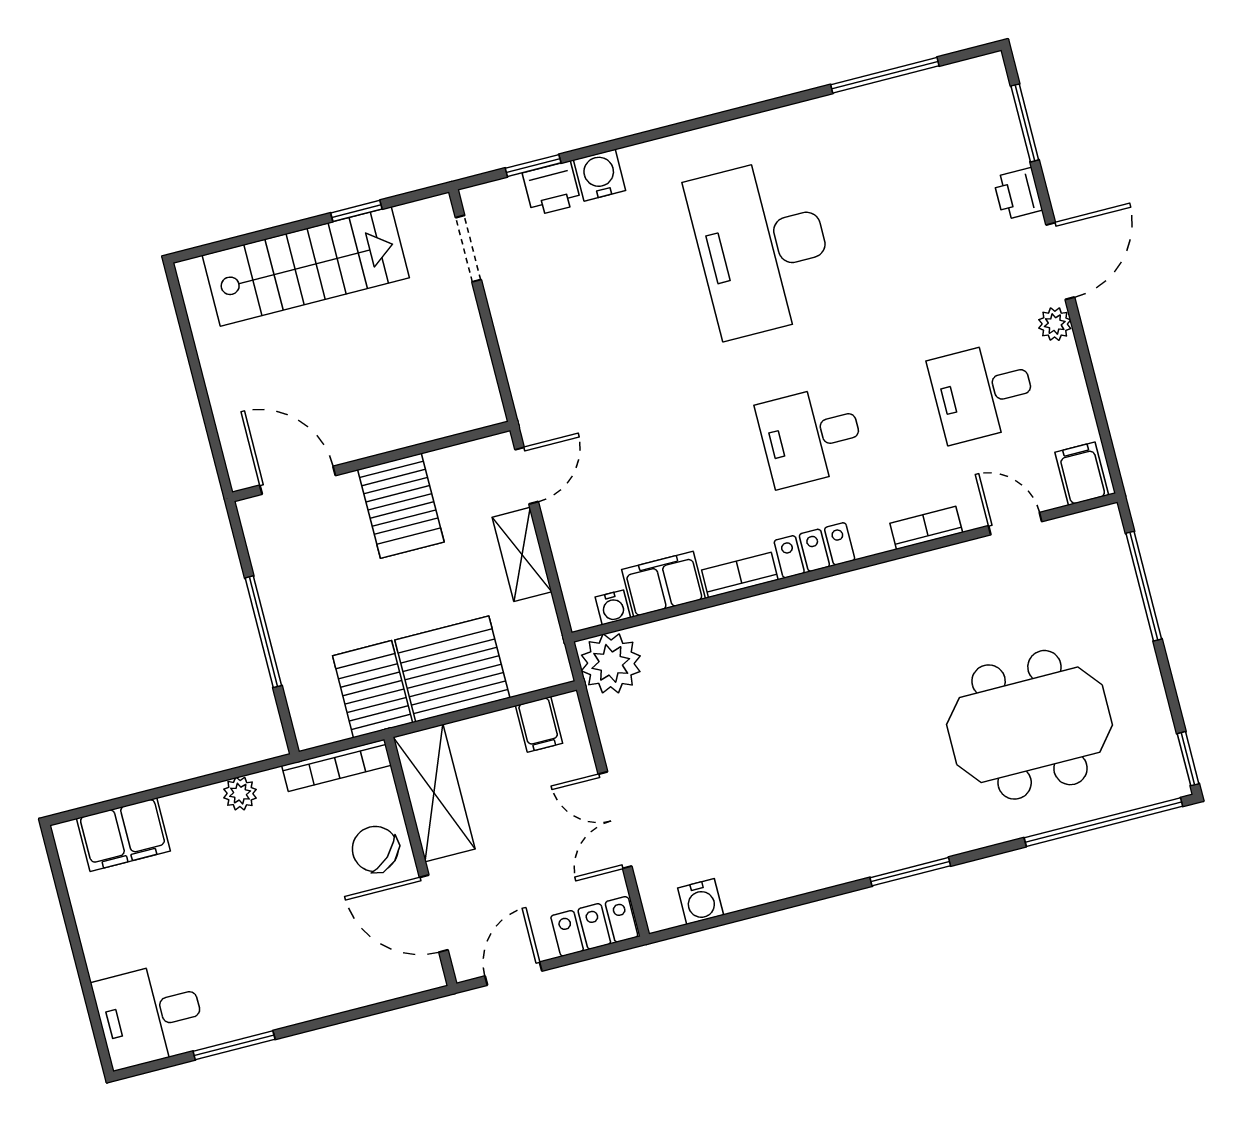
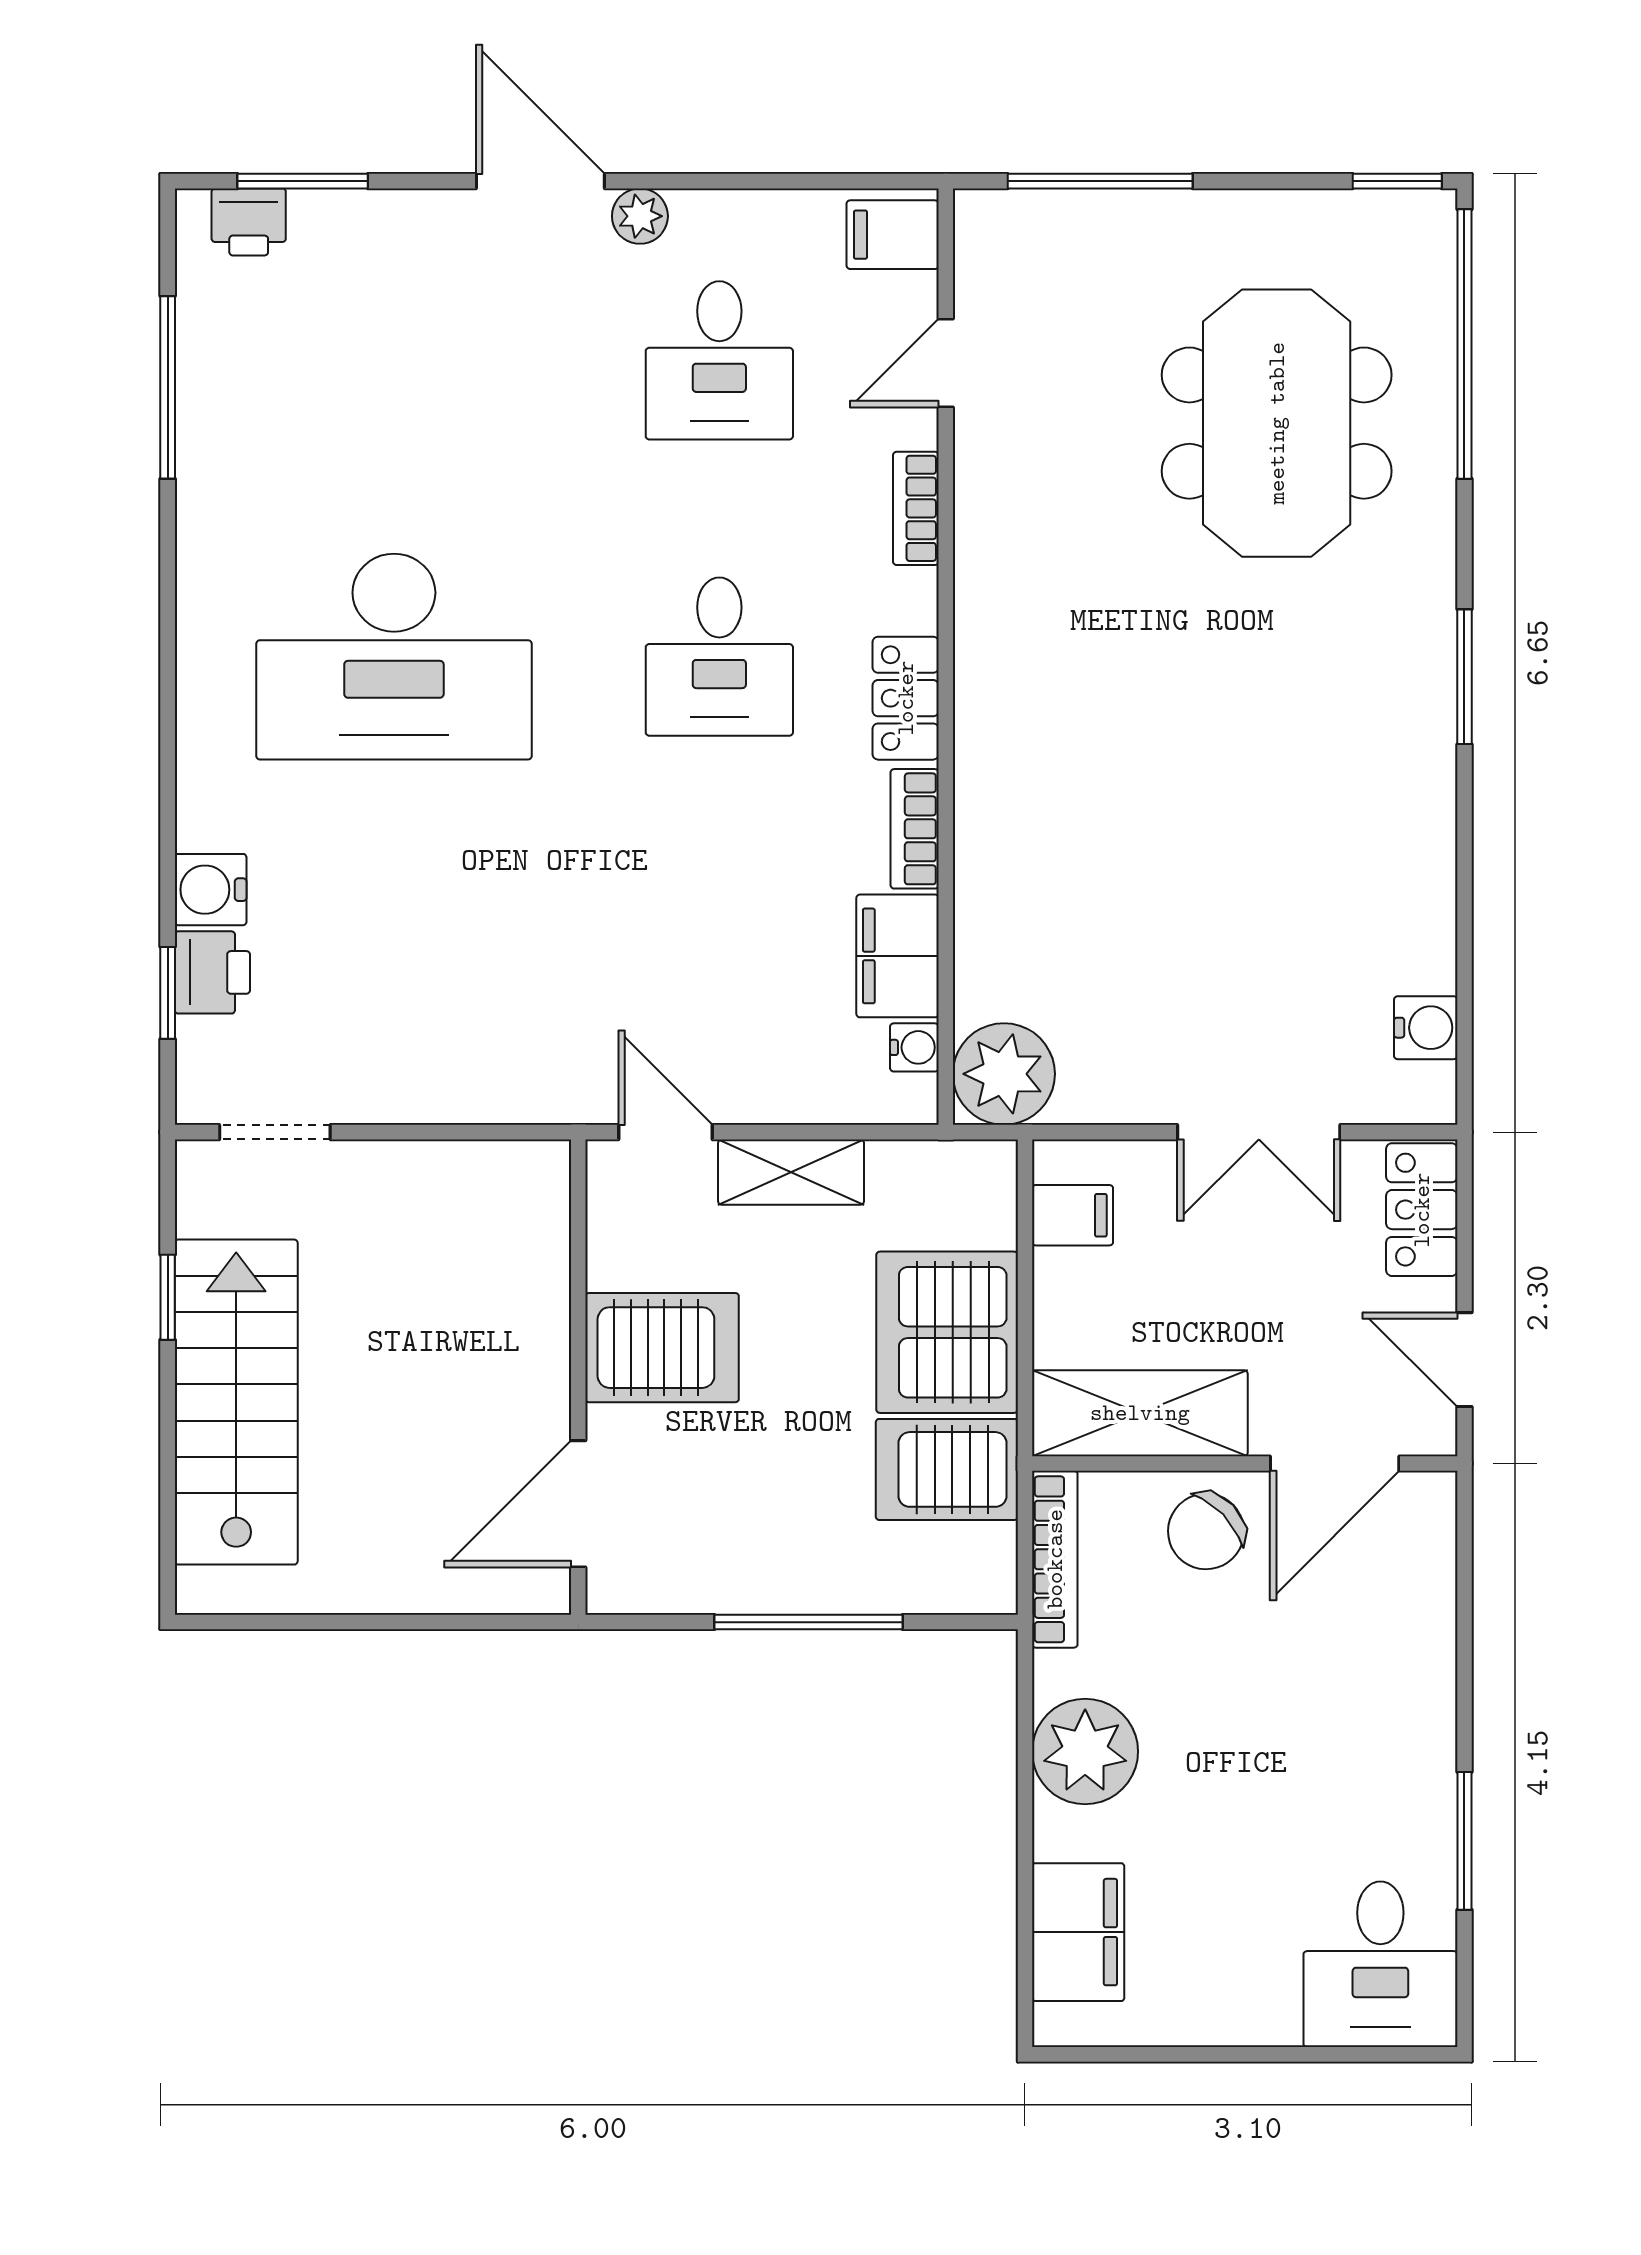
printer: (1018, 194) -> (249, 222), moved
plant: (240, 794) -> (1085, 1751), width x1.88, depth x1.88

